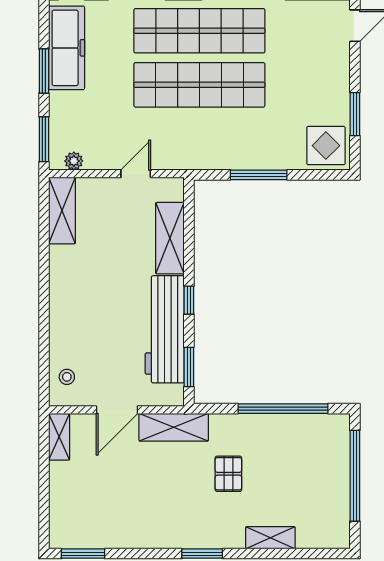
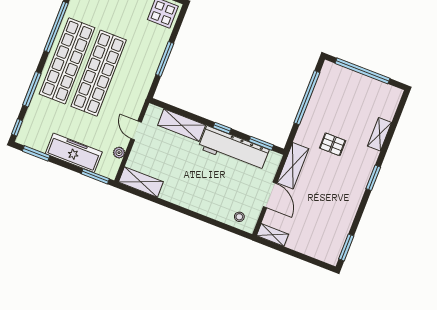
freezer: (67, 48) -> (74, 153), moved
window: (44, 71) -> (36, 153), moved
plant: (74, 161) -> (119, 153), moved

